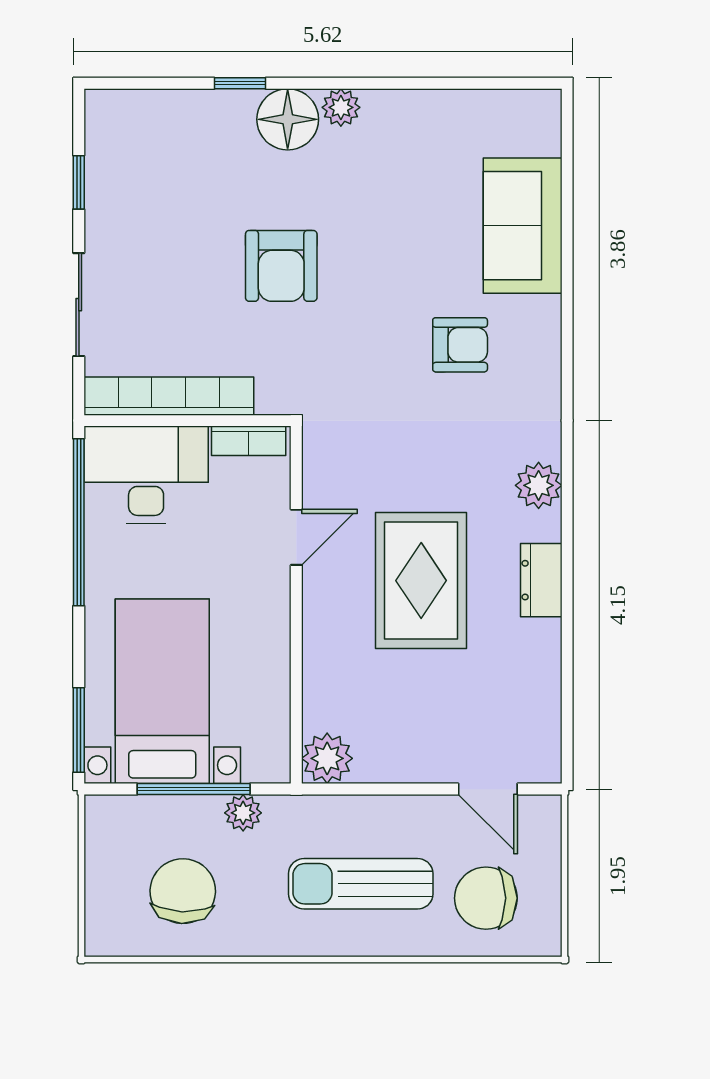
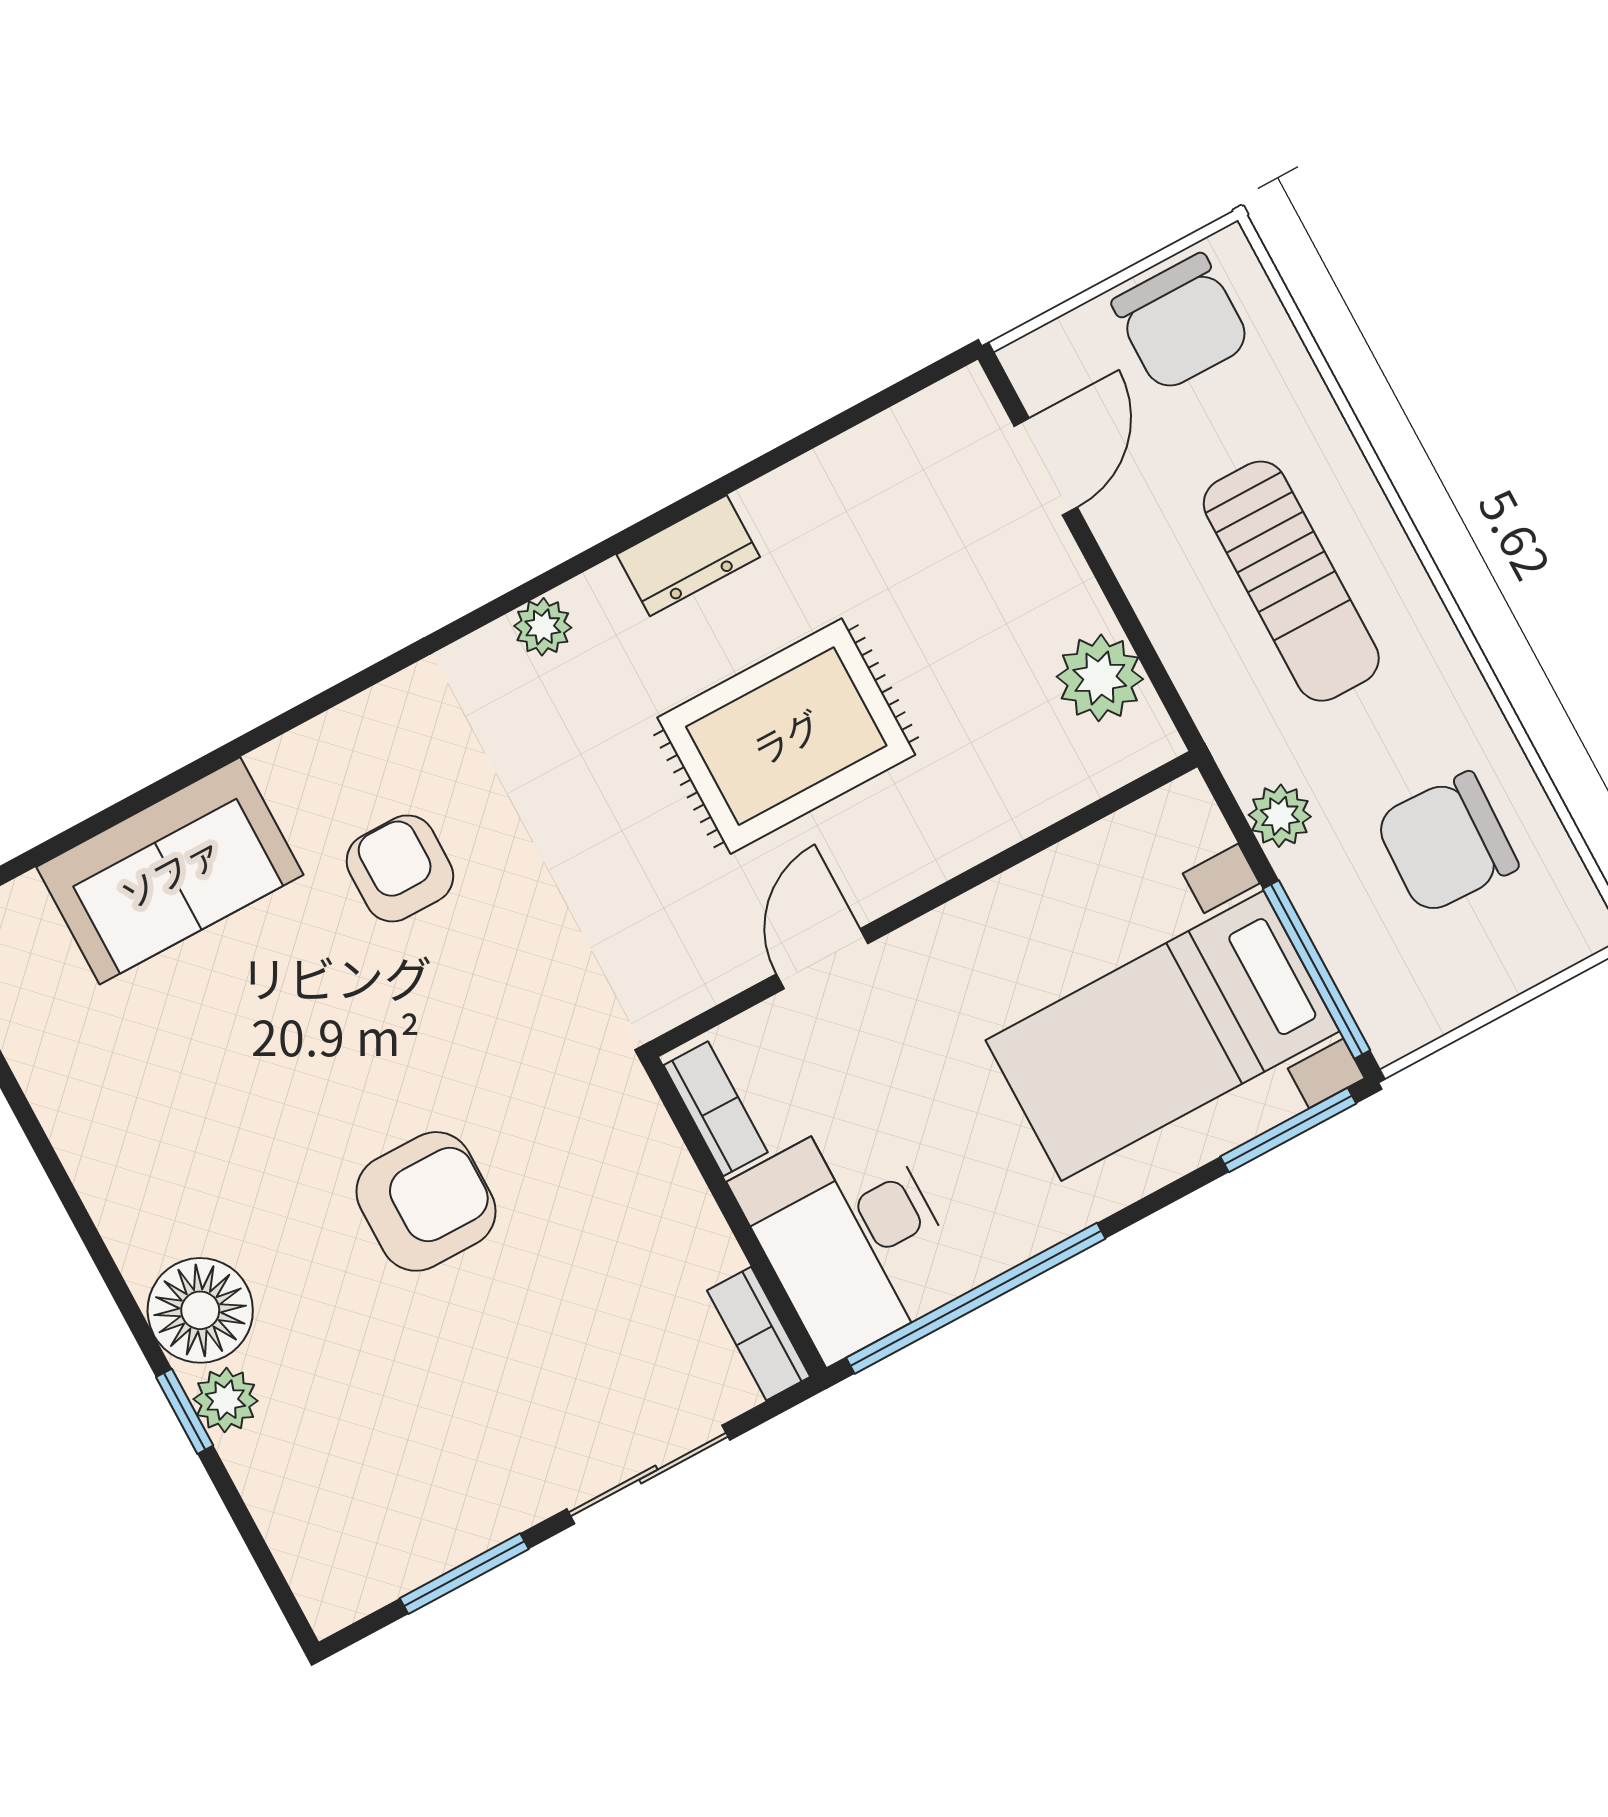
plant: (341, 107) -> (226, 1400), moved
window: (79, 182) -> (464, 1574), width x1.50
bookcase: (169, 396) -> (759, 1334), width x0.43, depth x0.76
plant: (539, 485) -> (543, 627), width x0.73, depth x0.73
door: (296, 537) -> (822, 959), hinge flipped
plant: (327, 758) -> (1100, 678), moved
window: (194, 789) -> (1317, 969), moved
chair: (486, 898) -> (1181, 323), moved

